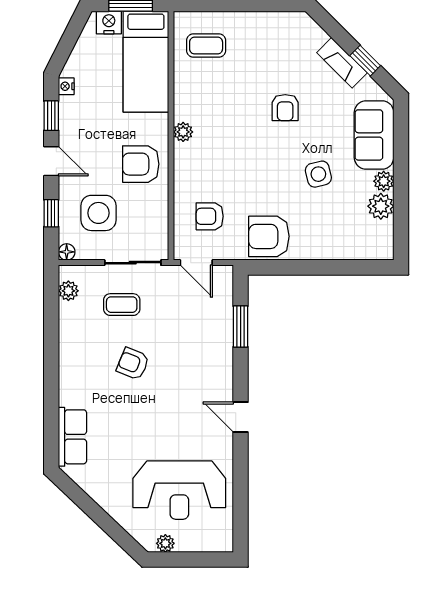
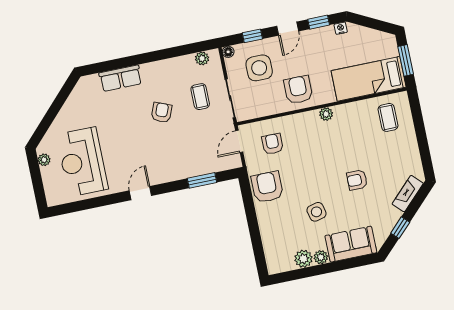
nightstand: (109, 22) -> (390, 48), removed
fireplace: (342, 63) -> (408, 194), moved
row of seats: (73, 437) -> (120, 78), moved

